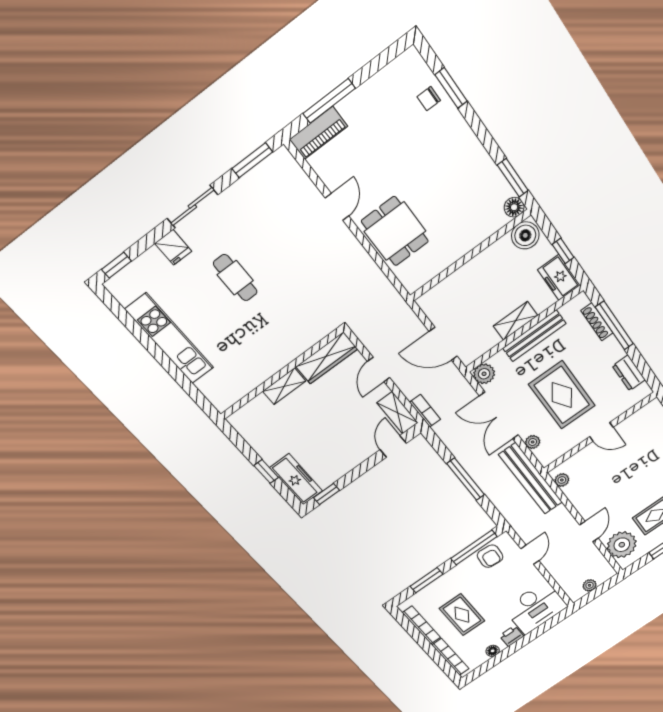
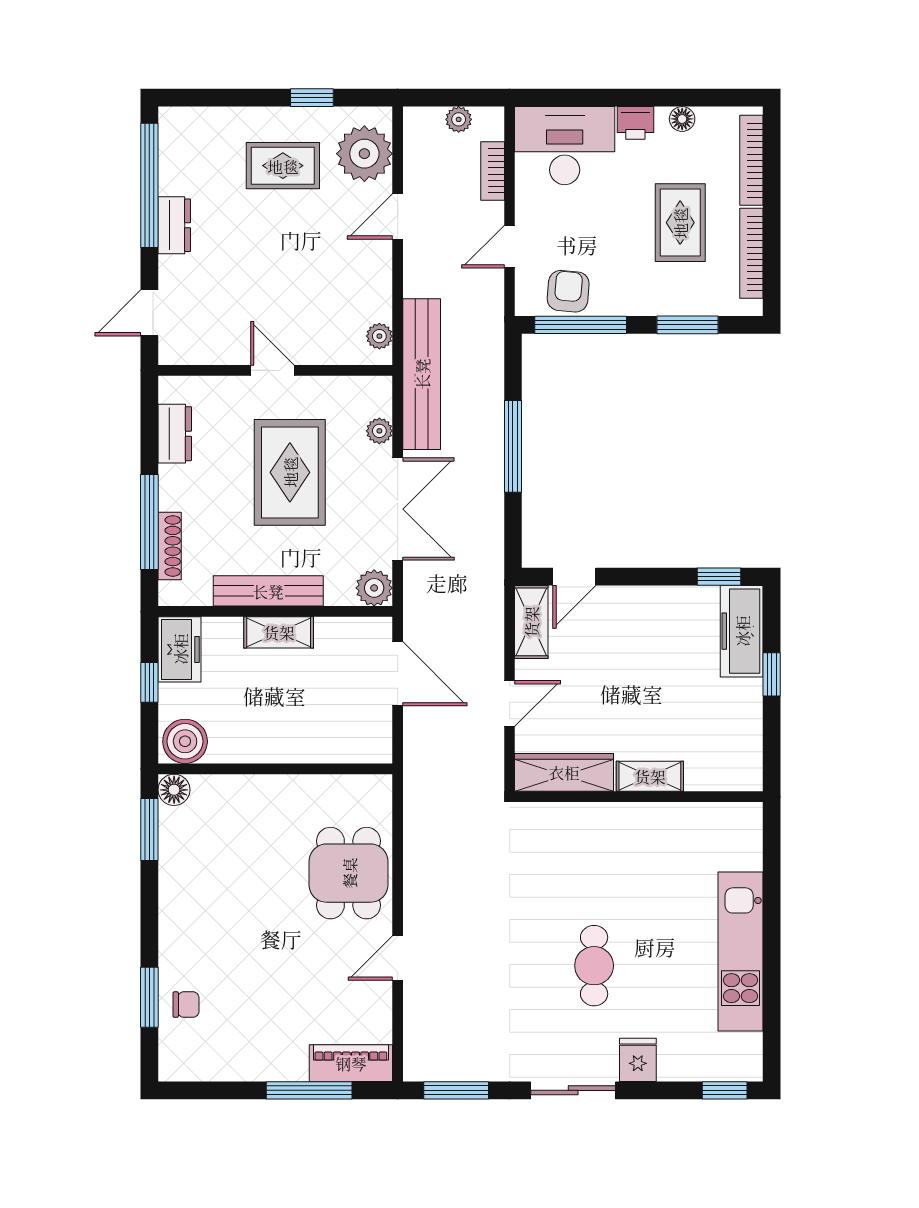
bookcase: (425, 411) -> (493, 171), moved

